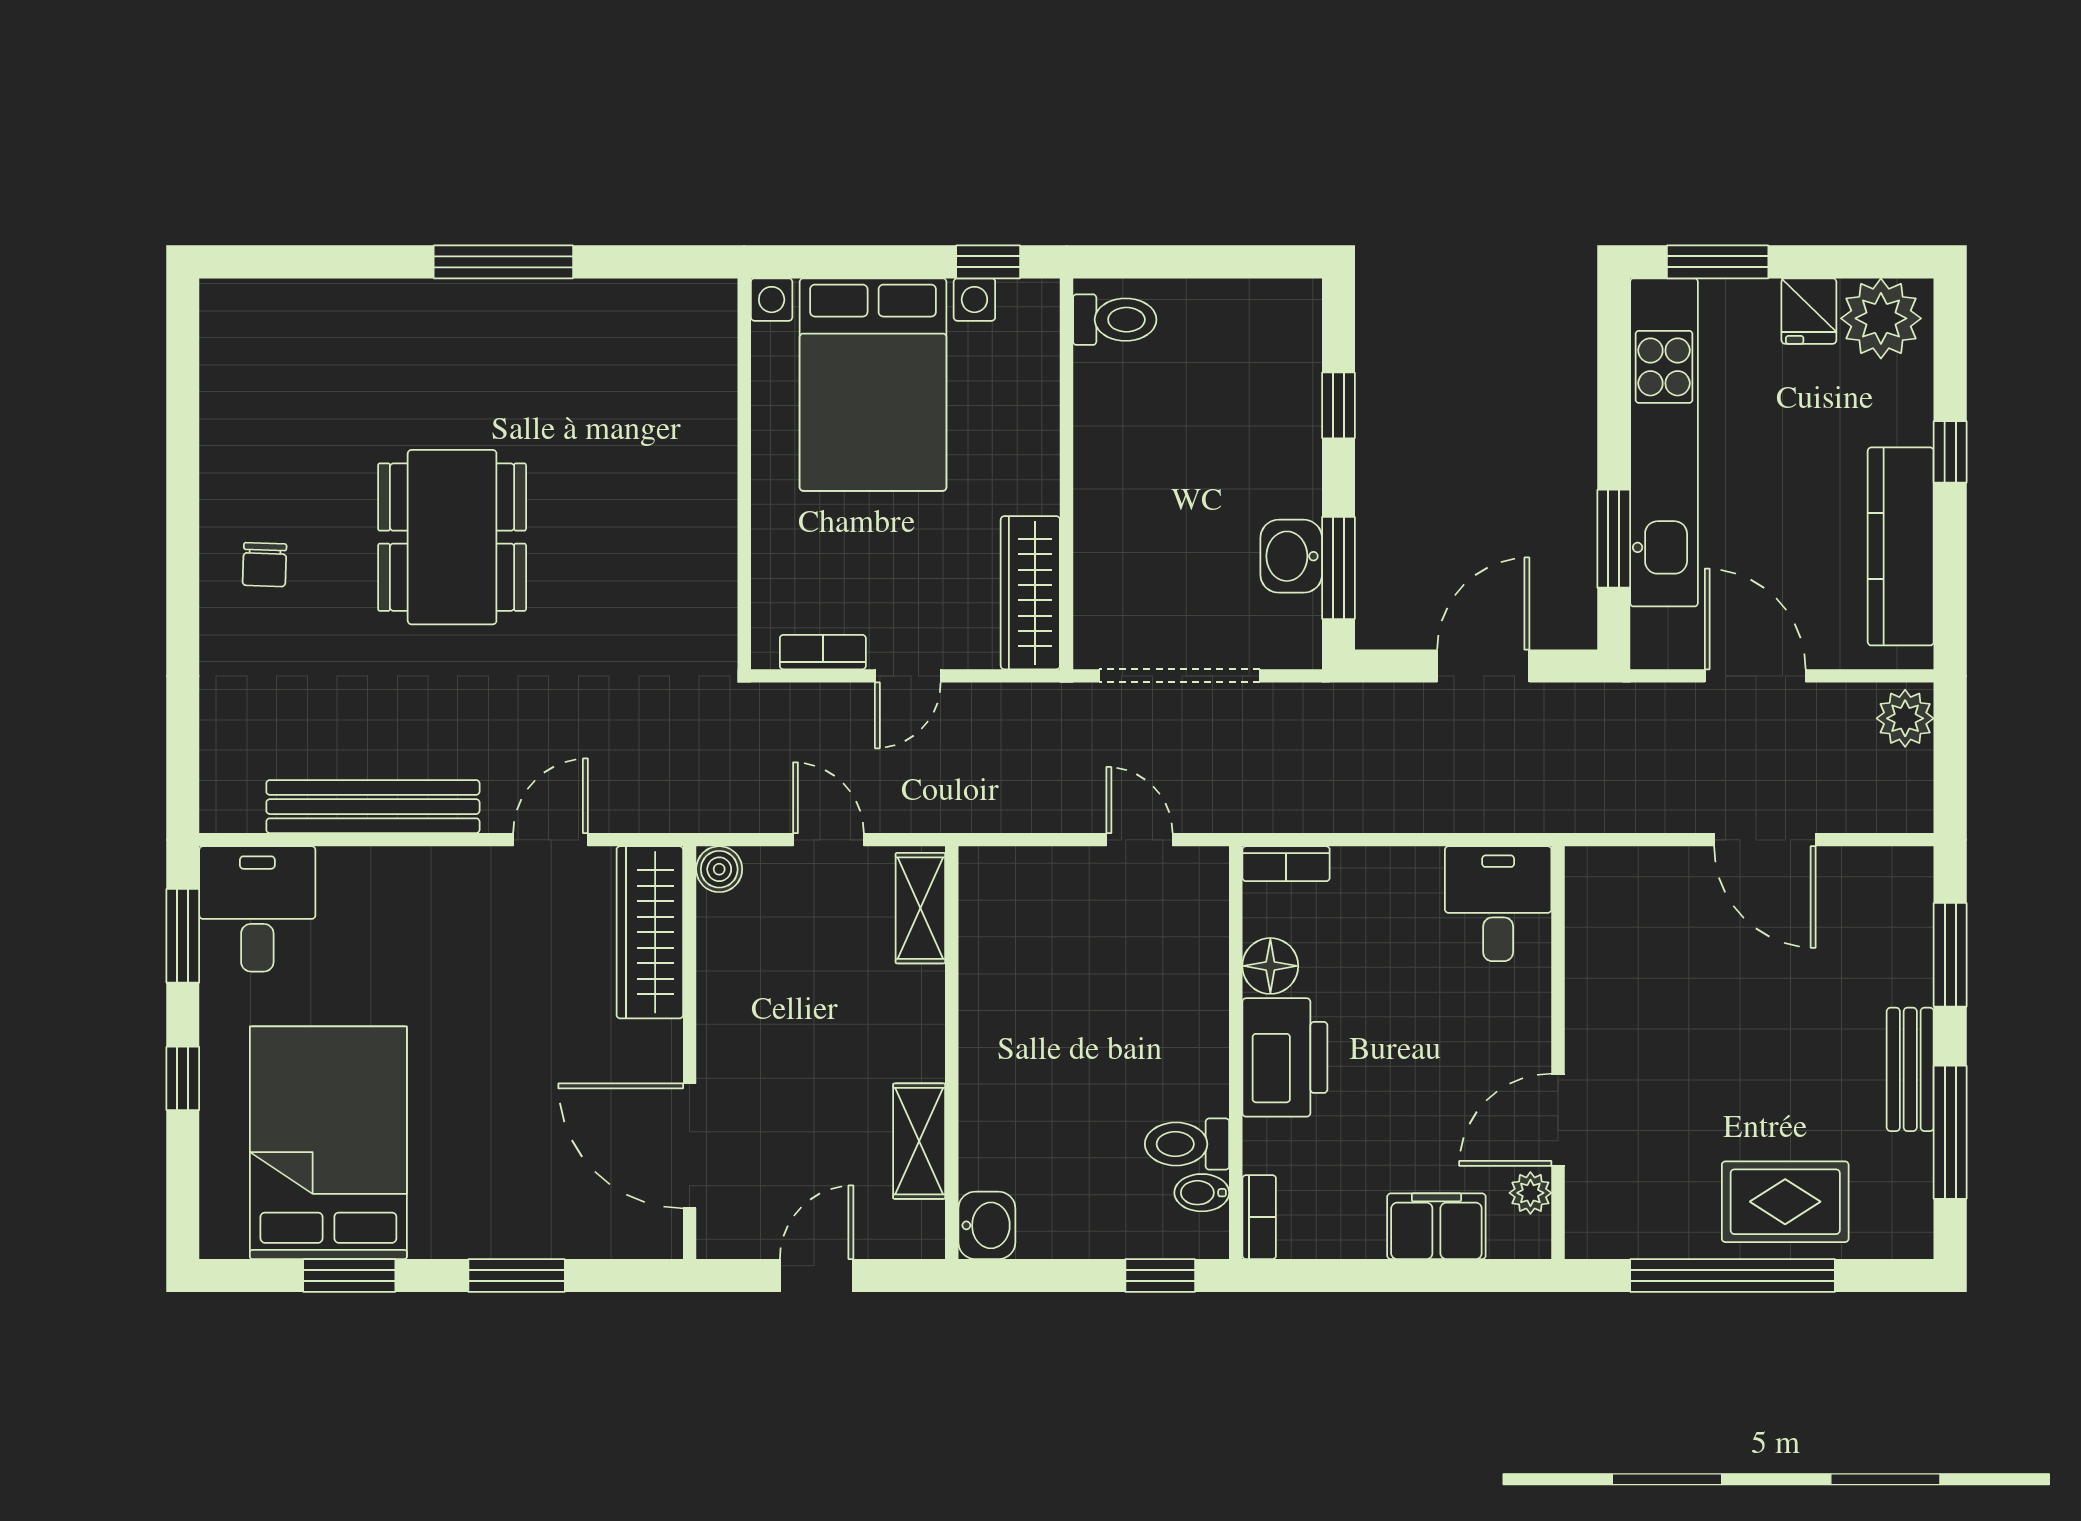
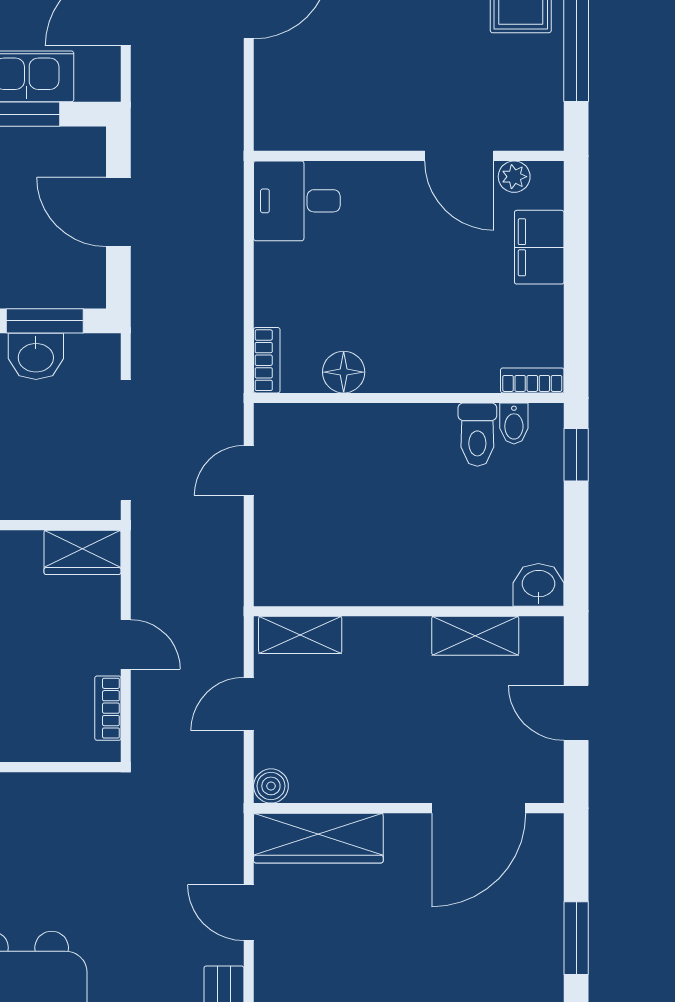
wardrobe: (1030, 593) -> (82, 552), width x0.67
printer: (1285, 1057) -> (412, 361), removed

